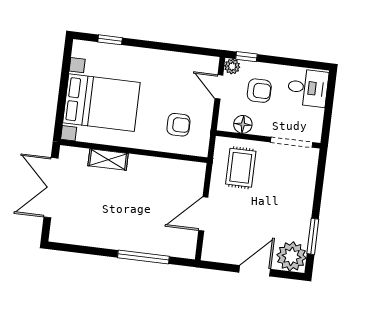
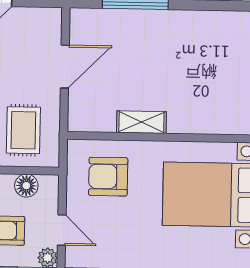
armchair: (178, 125) -> (108, 177), width x1.38, depth x1.38
shelving: (108, 160) -> (141, 122), moved

